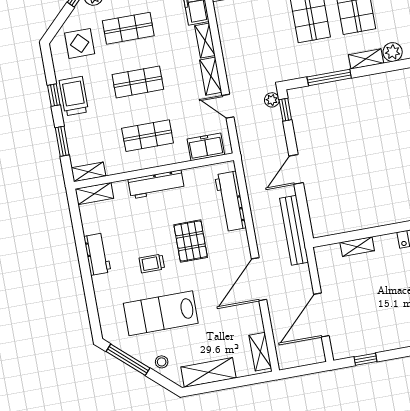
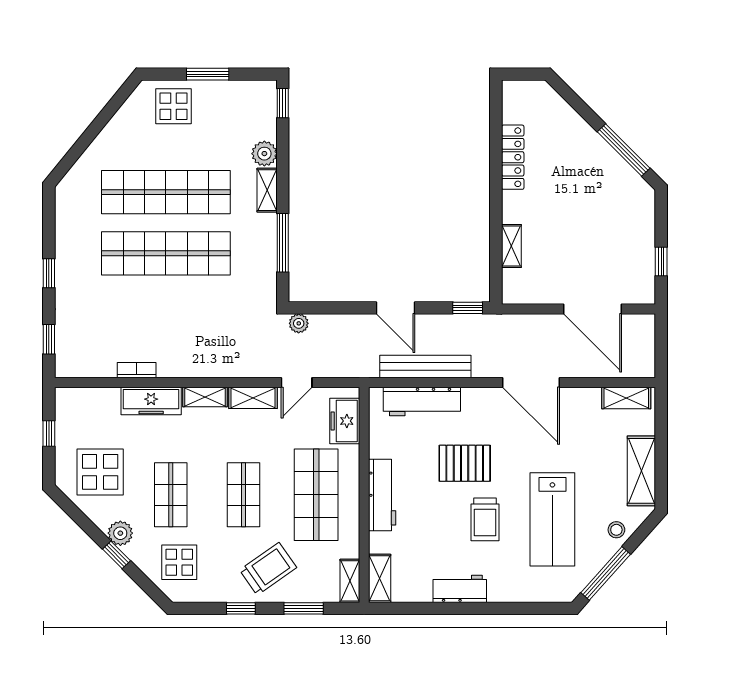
trolley: (74, 96) -> (268, 569), moved, turned 145
window: (285, 110) -> (468, 308), moved
shop shelf: (148, 136) -> (316, 495), width x1.43, depth x1.36
bench: (294, 230) -> (425, 367), moved
trolley: (152, 263) -> (485, 519), width x1.36, depth x1.39

